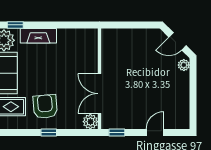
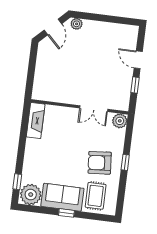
fireplace: (38, 36) -> (36, 121), moved
double door: (100, 94) -> (94, 109), width x0.73
window: (117, 133) -> (135, 85), moved

